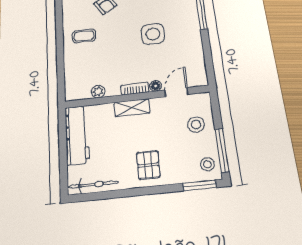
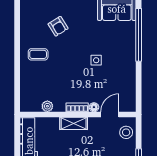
side table: (153, 34) -> (96, 60), width x0.54, depth x0.54
stool: (196, 125) -> (126, 132), moved

